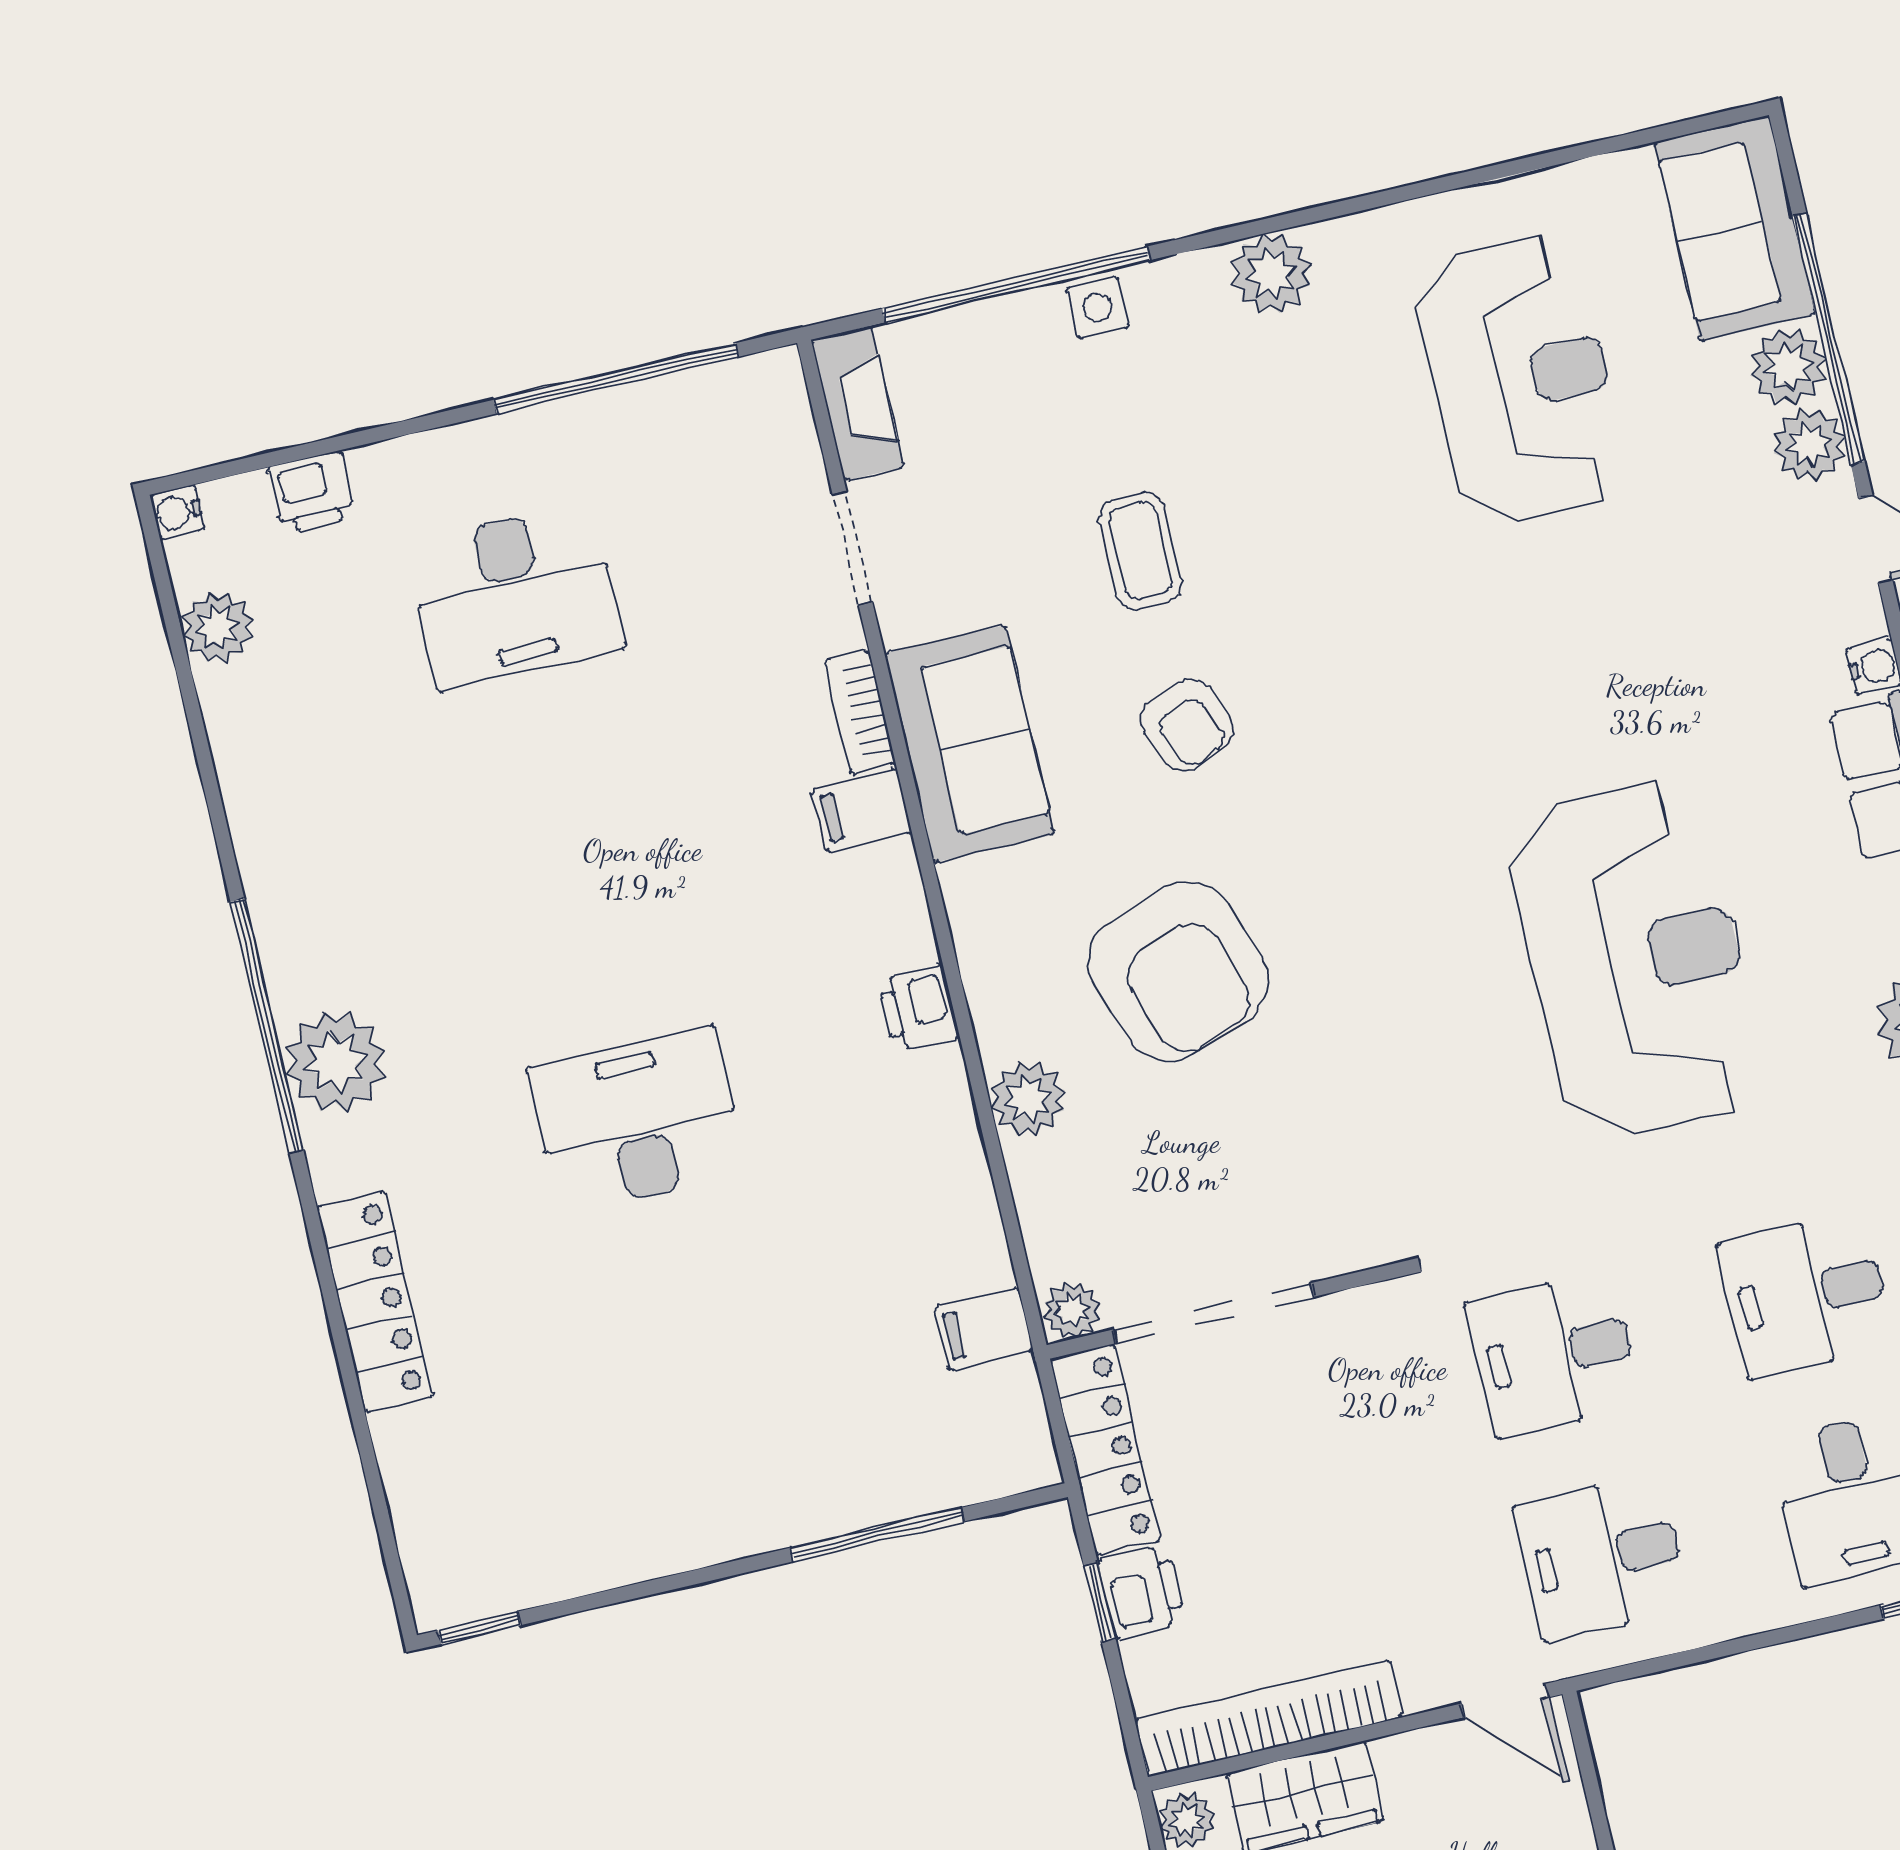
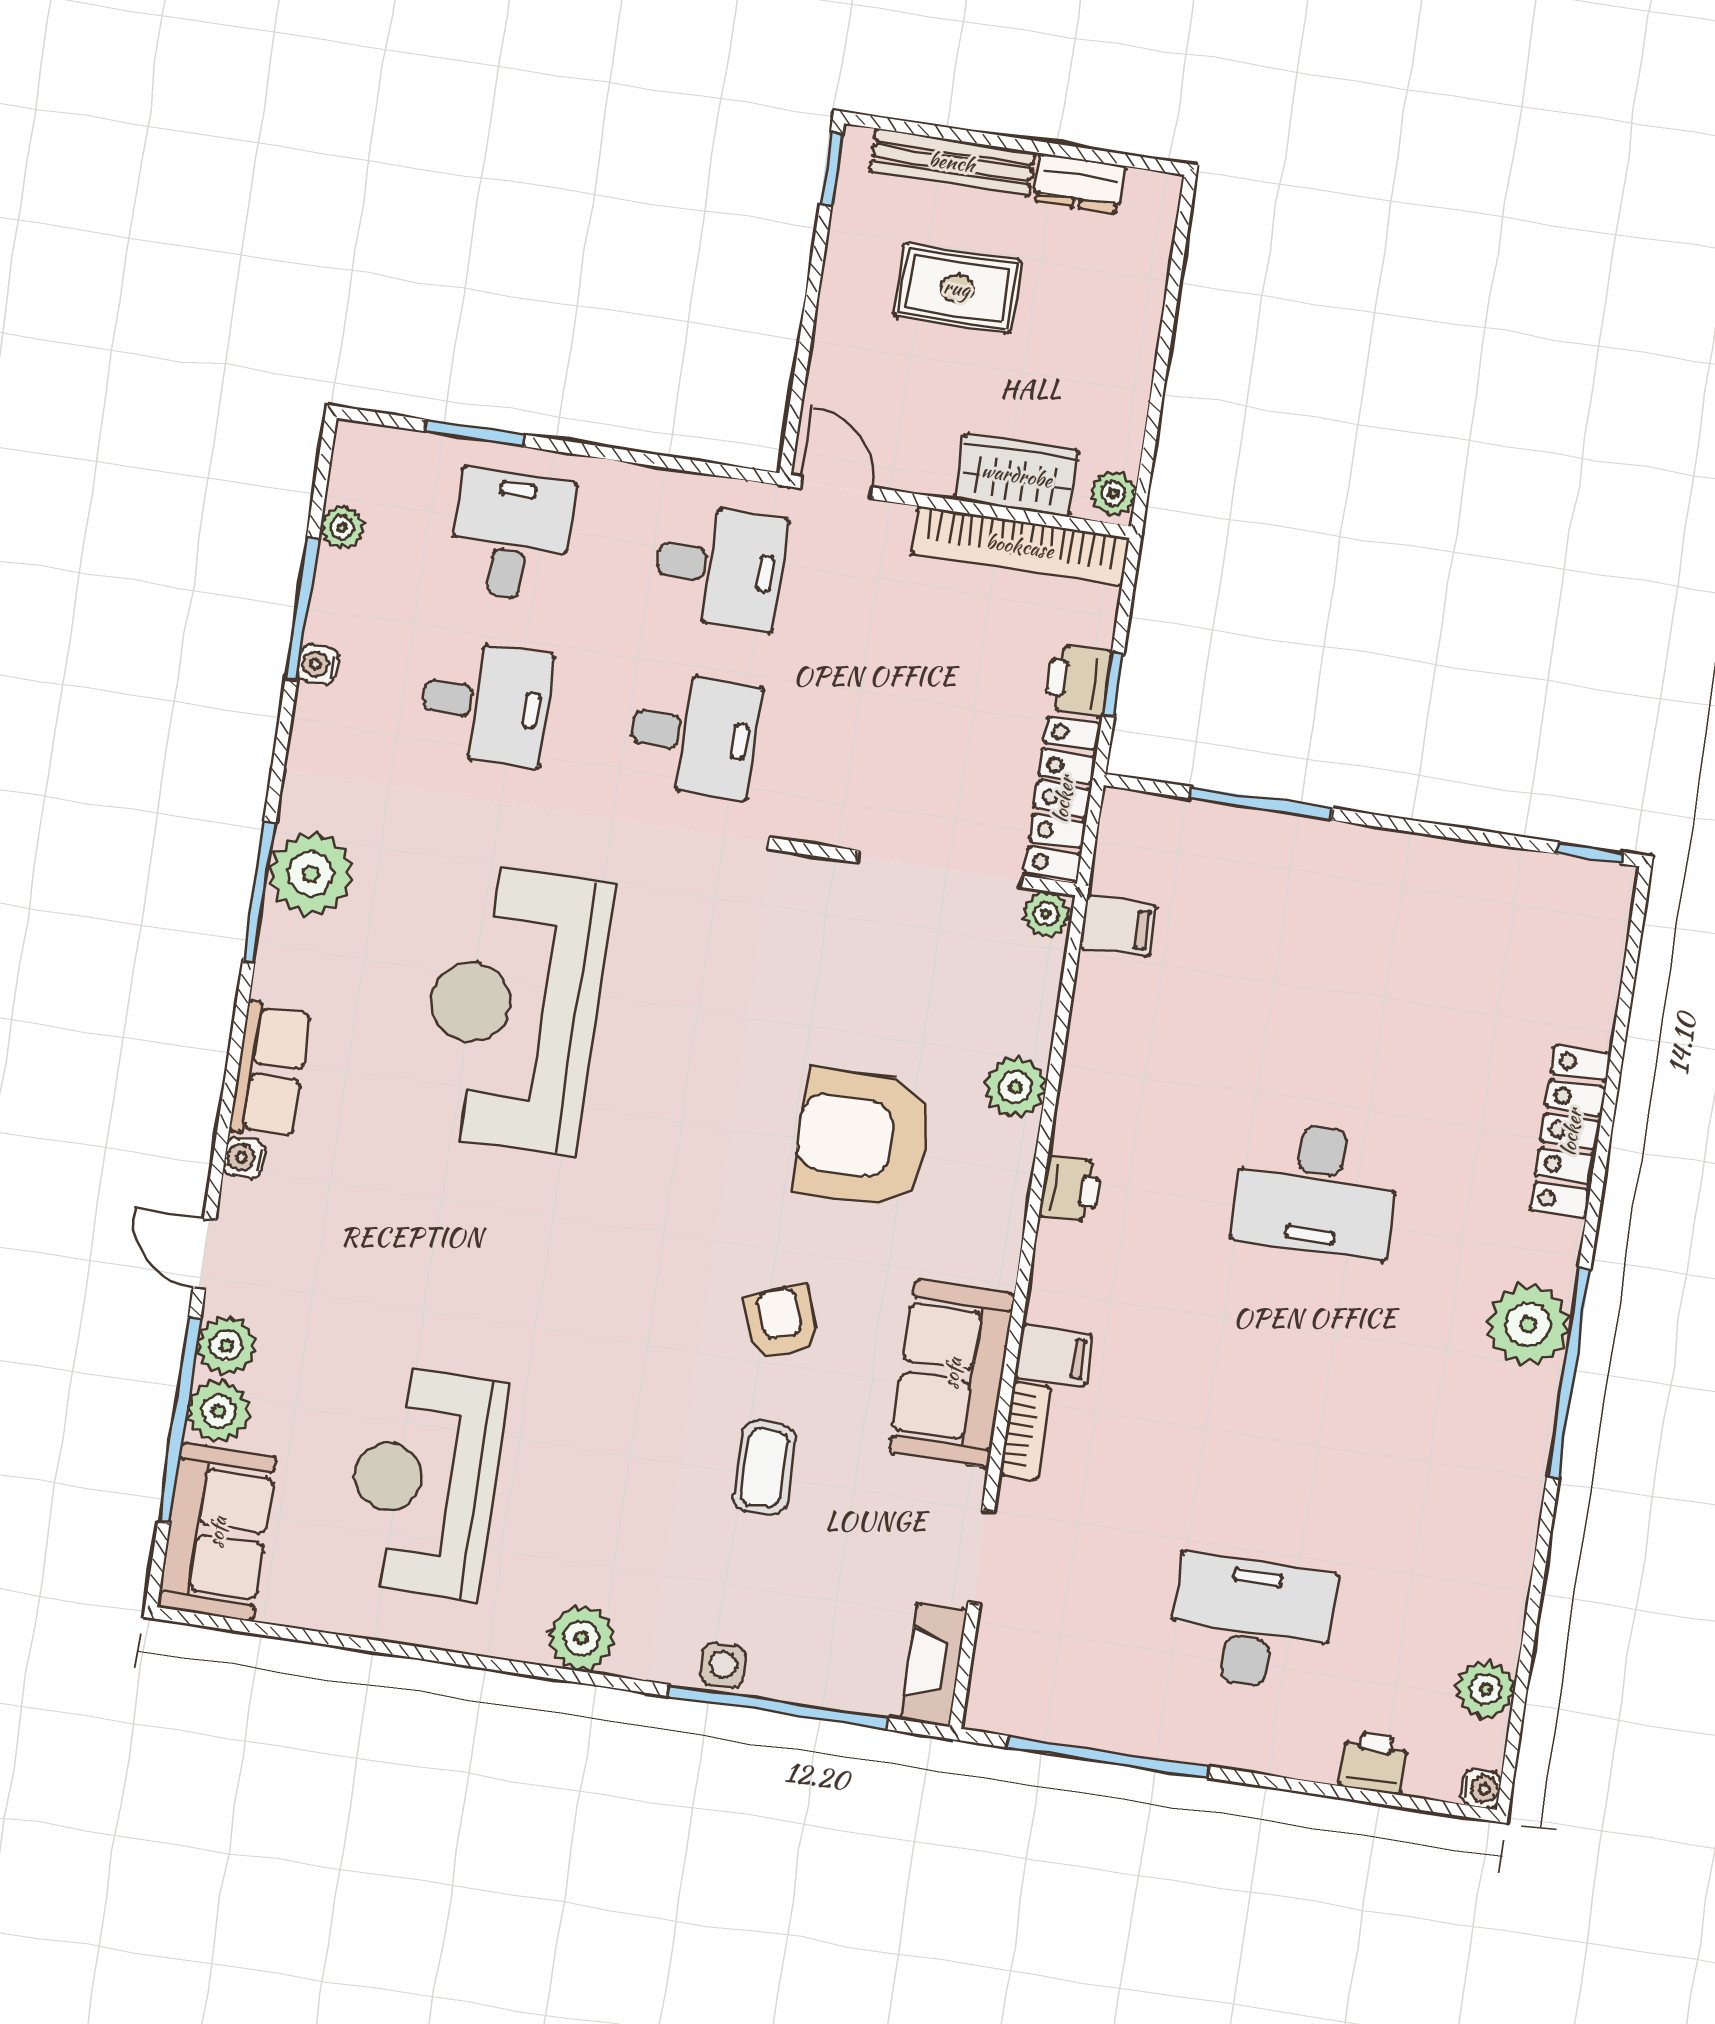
armchair: (1178, 971) -> (863, 1138), turned -71

